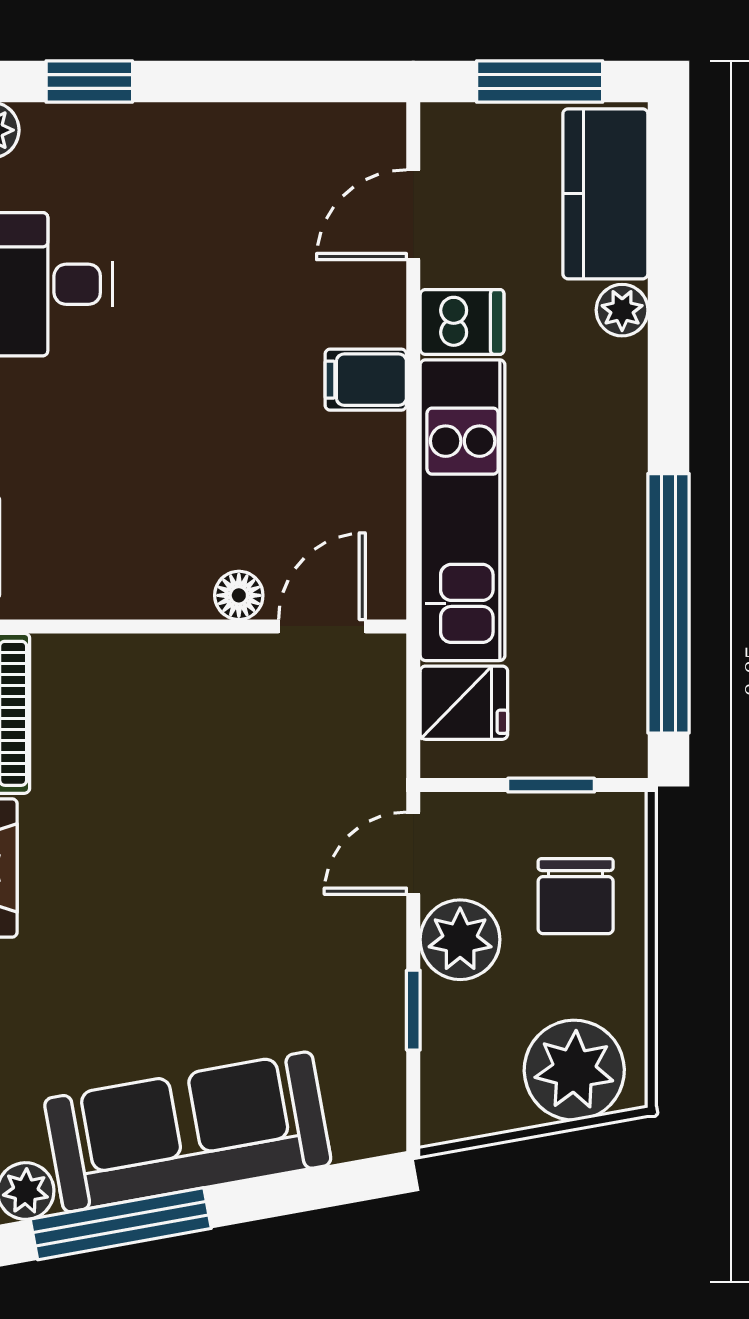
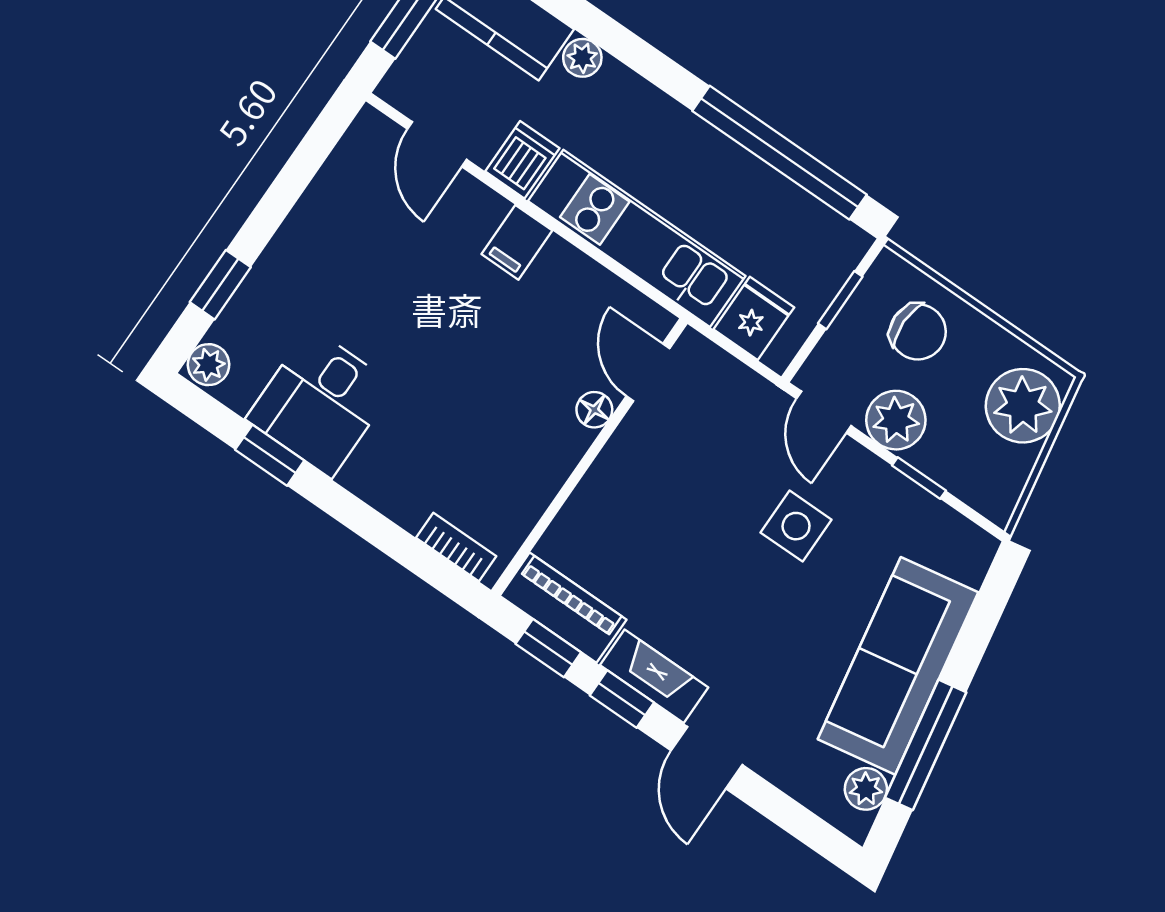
side table: (265, 910) -> (796, 526), added

